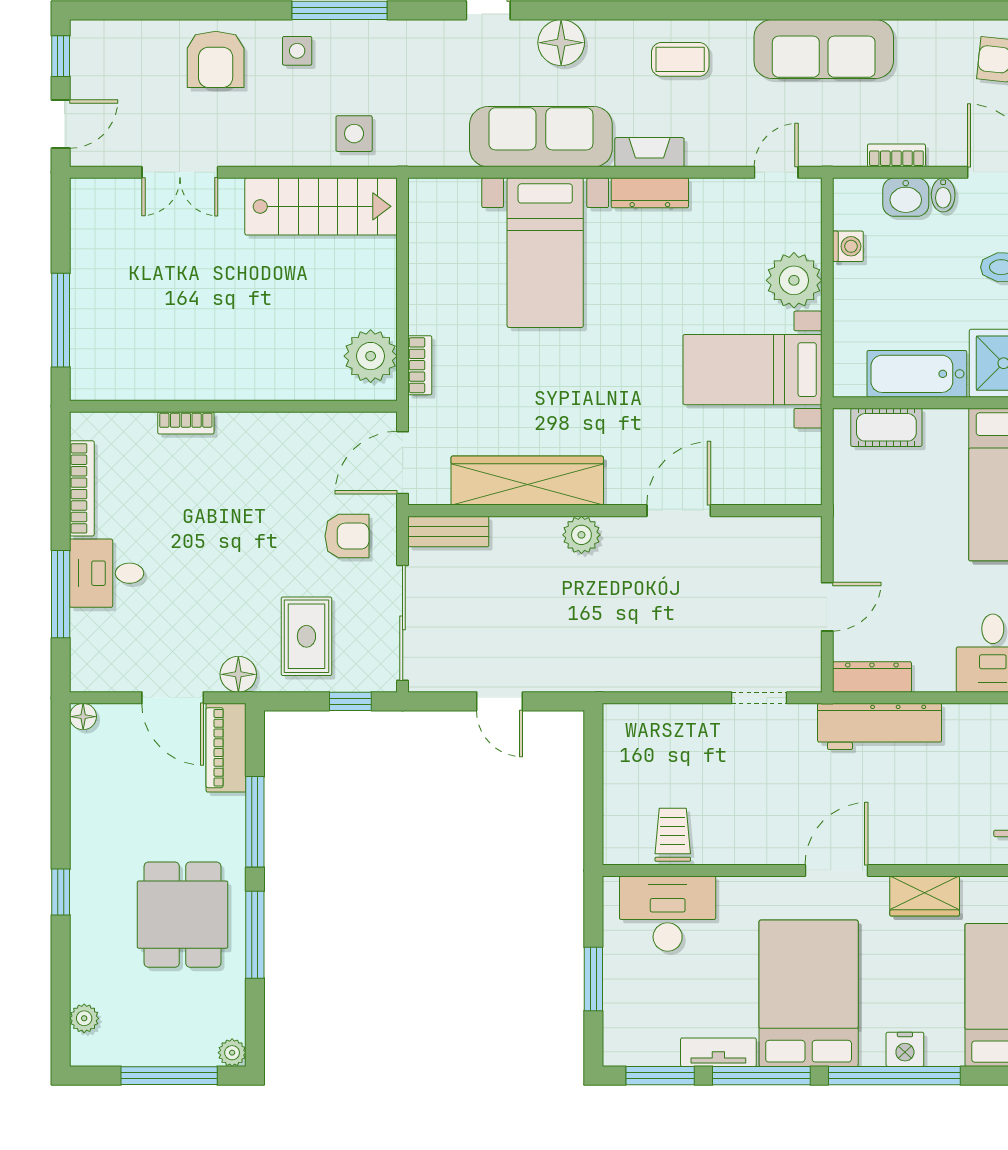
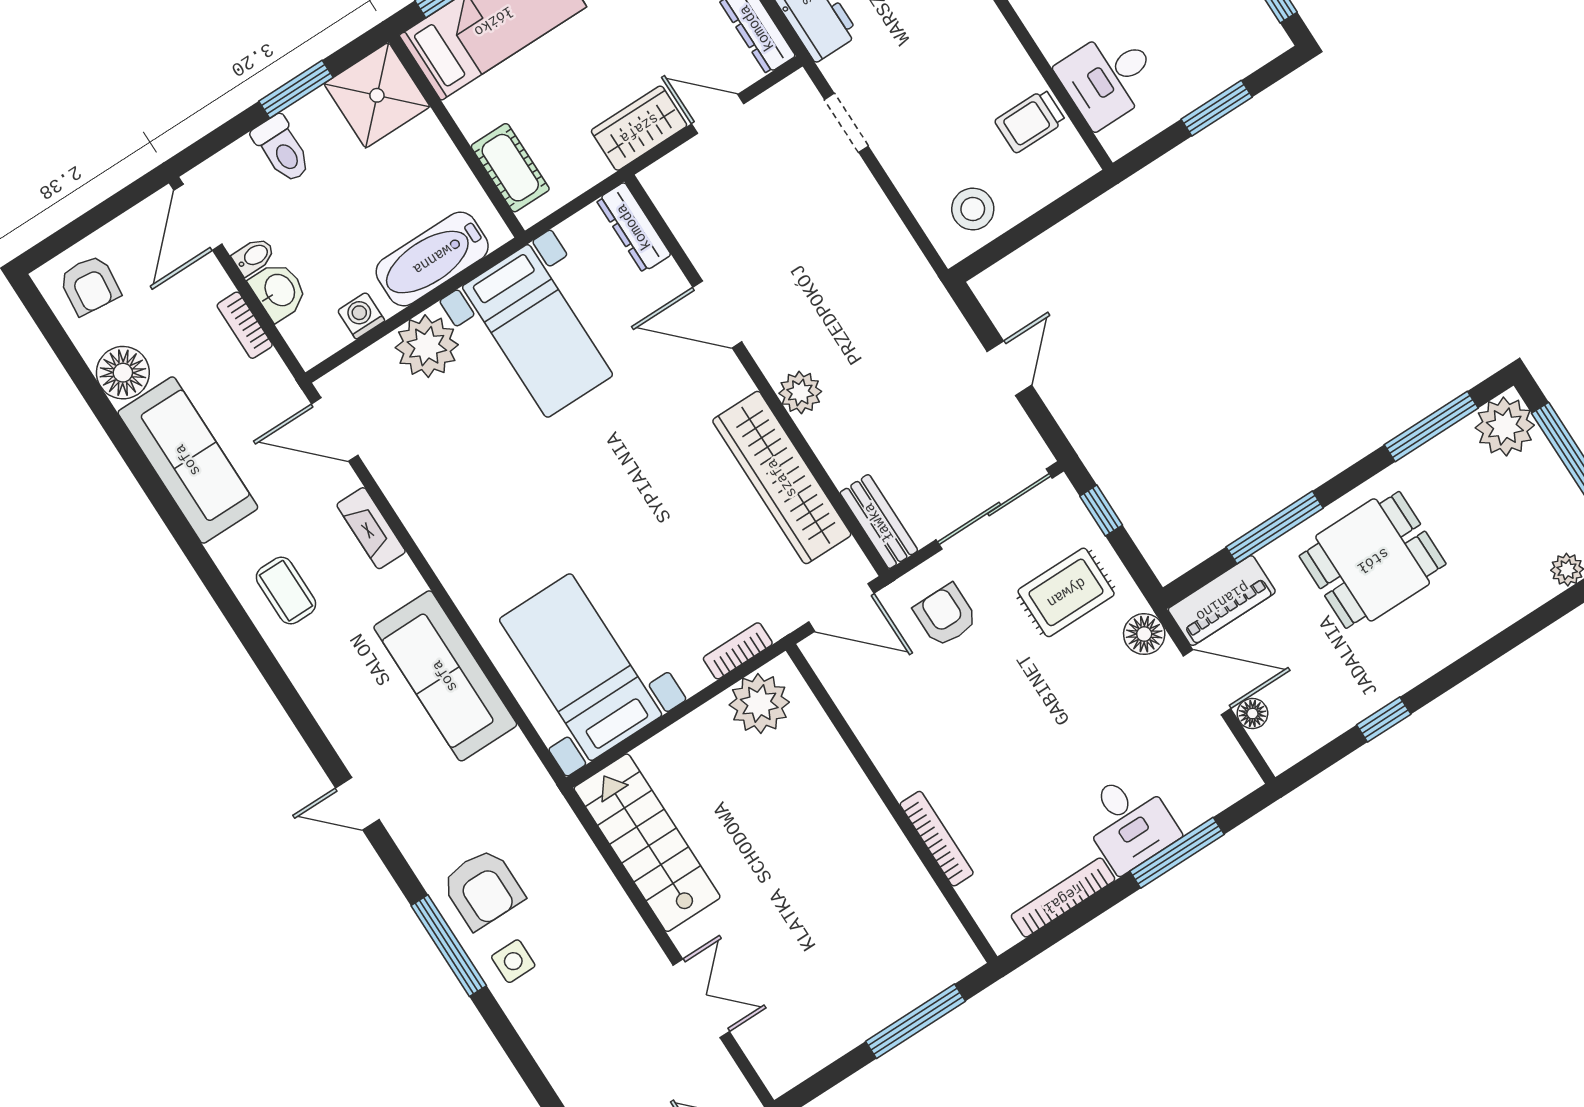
floor lamp: (561, 43) -> (123, 373), moved
armchair: (216, 59) -> (483, 889), moved, turned 90
side table: (354, 134) -> (557, 856), removed
fireplace: (649, 152) -> (371, 528), moved
door: (776, 172) -> (335, 430), width x1.38
dresser: (650, 193) -> (634, 227), moved, turned 180
bed with nightstands: (545, 253) -> (581, 667), moved, turned -90
bathtub: (917, 374) -> (432, 259), moved, turned 90
bookcase: (186, 423) -> (937, 839), width x1.56
wardrobe: (854, 542) -> (639, 128), added
door: (173, 698) -> (1207, 682), hinge flipped
floor lamp: (83, 717) -> (1252, 714), moved
stool: (635, 750) -> (973, 209), added
window: (61, 892) -> (1384, 720), moved
desk: (668, 914) -> (1109, 77), width x0.73
dining table: (182, 915) -> (1373, 560), moved
window: (255, 935) -> (1431, 426), moved
plant: (232, 1053) -> (1505, 426), width x1.88, depth x1.88

